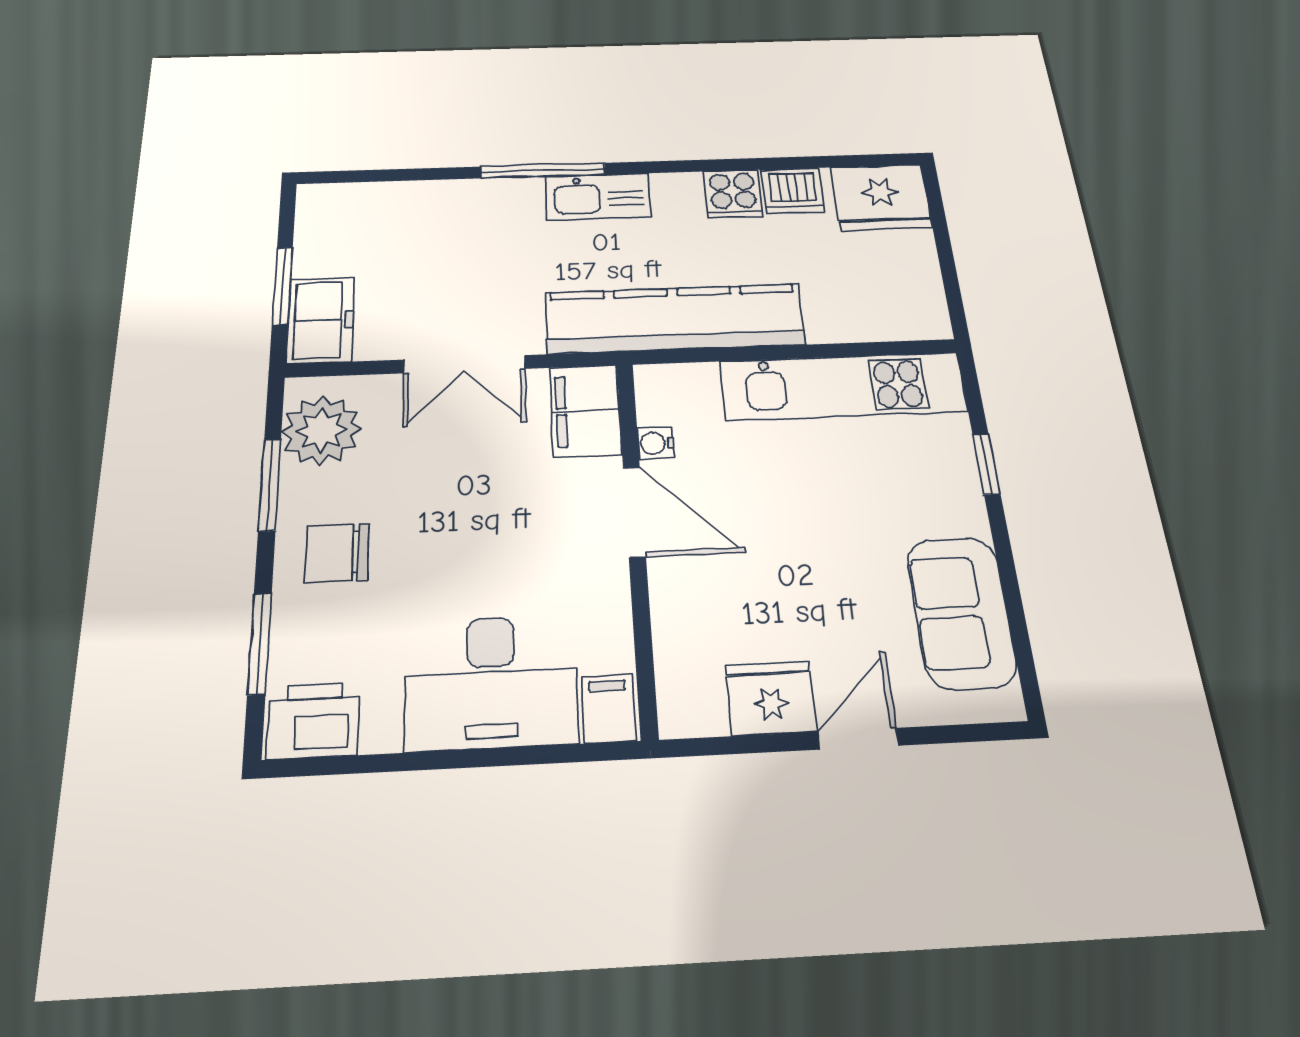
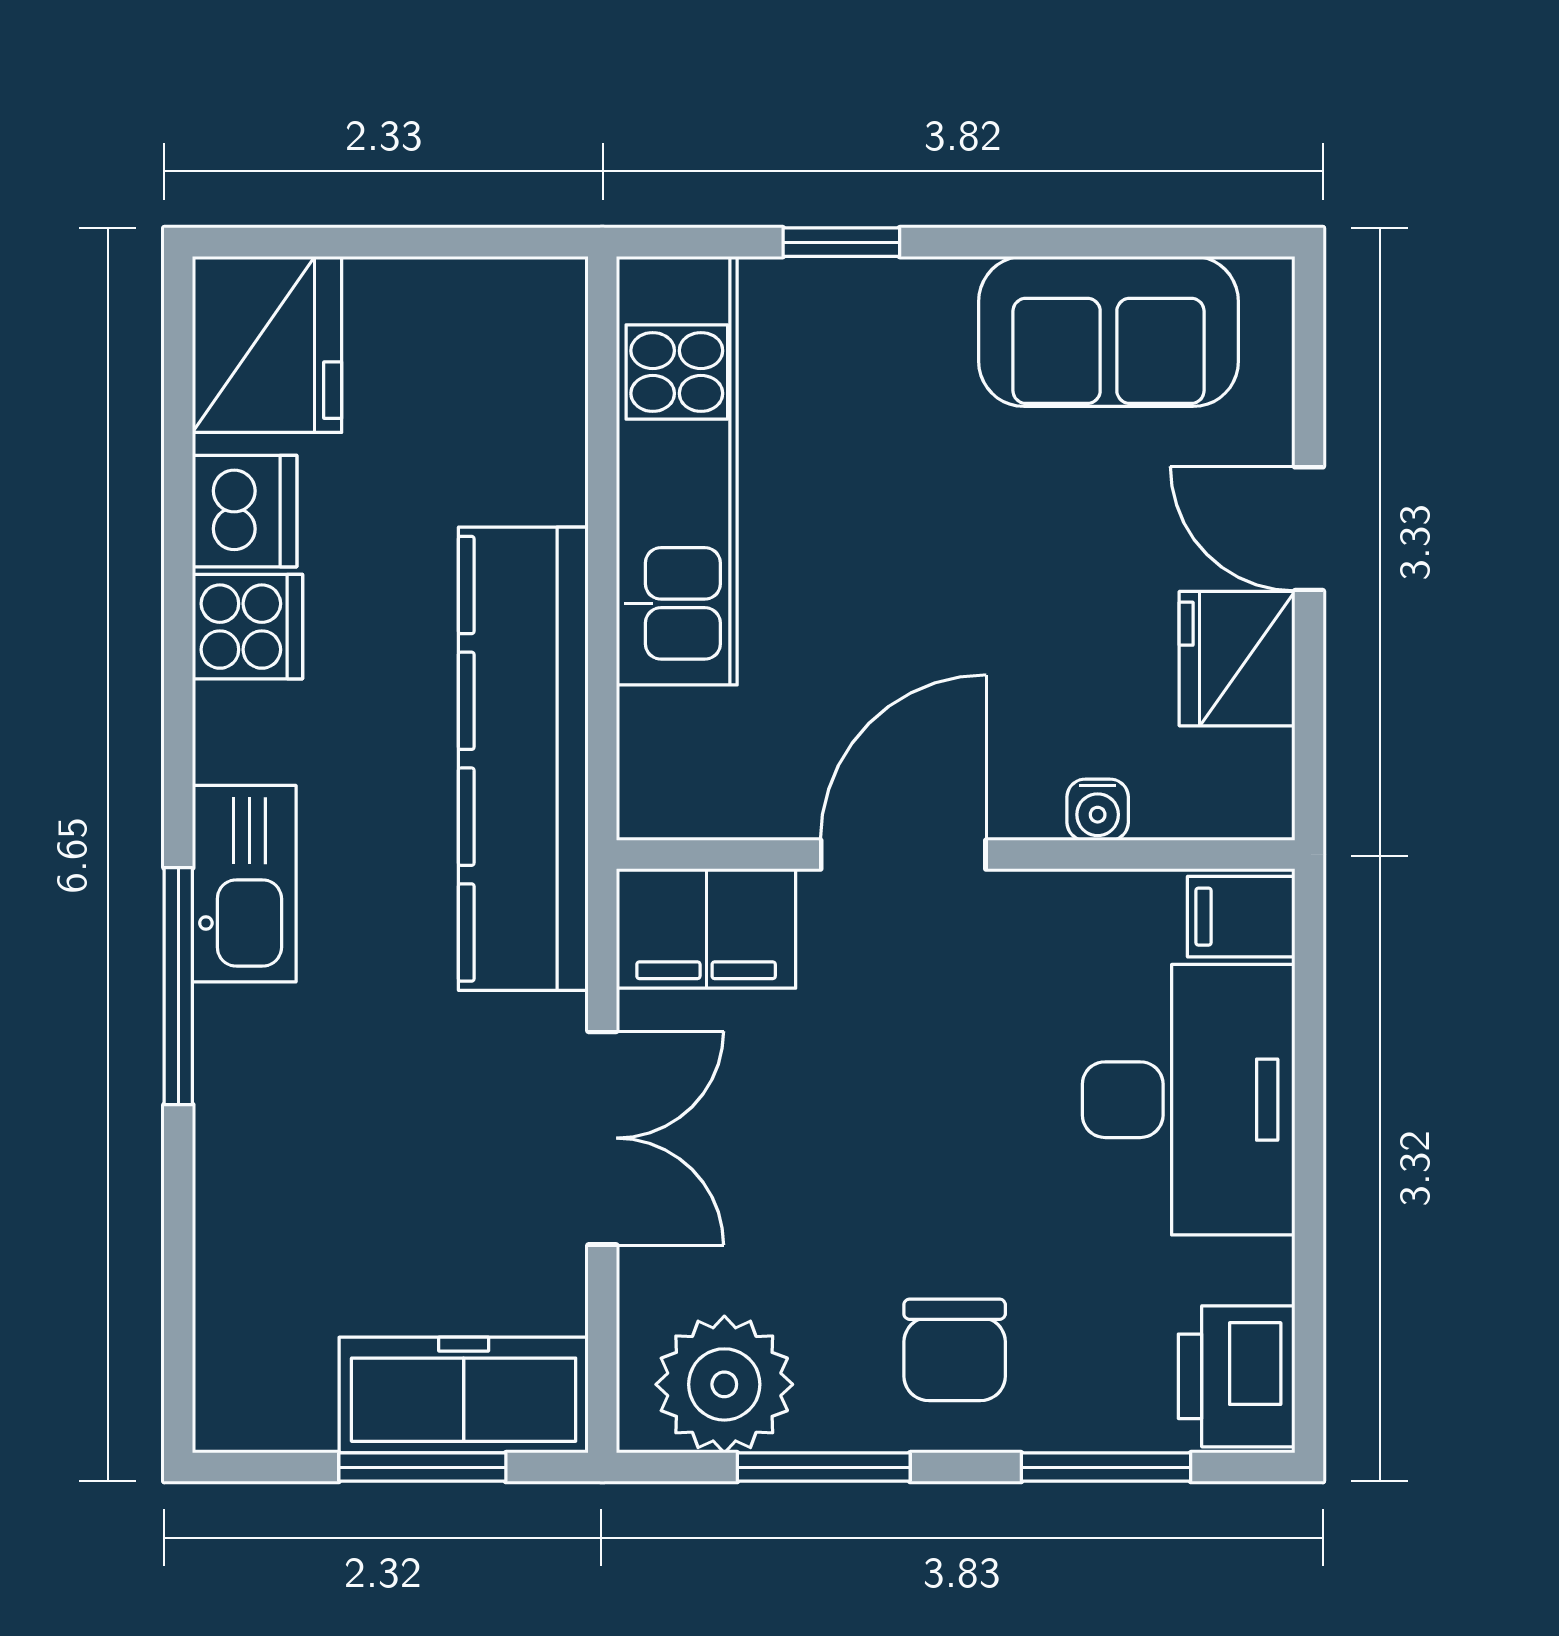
freezer: (321, 320) -> (464, 1395), width x1.40
water cooler: (656, 443) -> (1098, 810), moved

